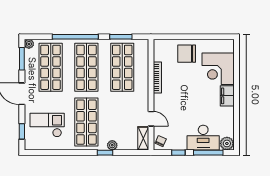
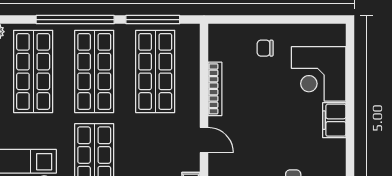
window: (121, 37) -> (153, 20), width x1.44
chair: (187, 54) -> (265, 48), width x0.54, depth x0.54
door: (151, 119) -> (204, 140), moved

